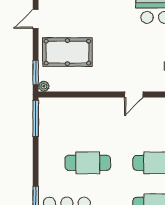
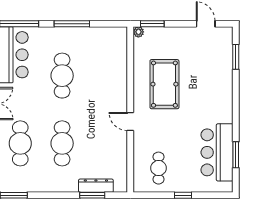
pool table: (67, 52) -> (164, 84), moved
window: (36, 118) -> (72, 24), moved

